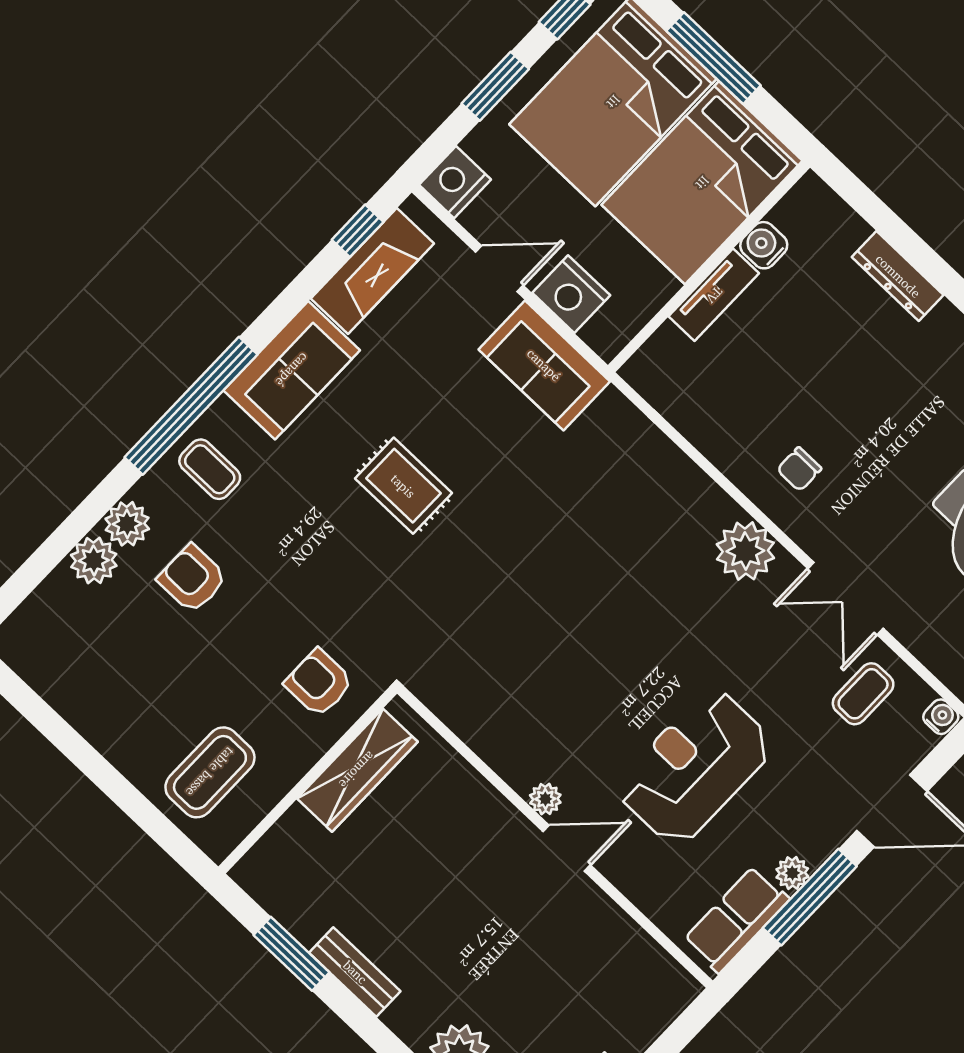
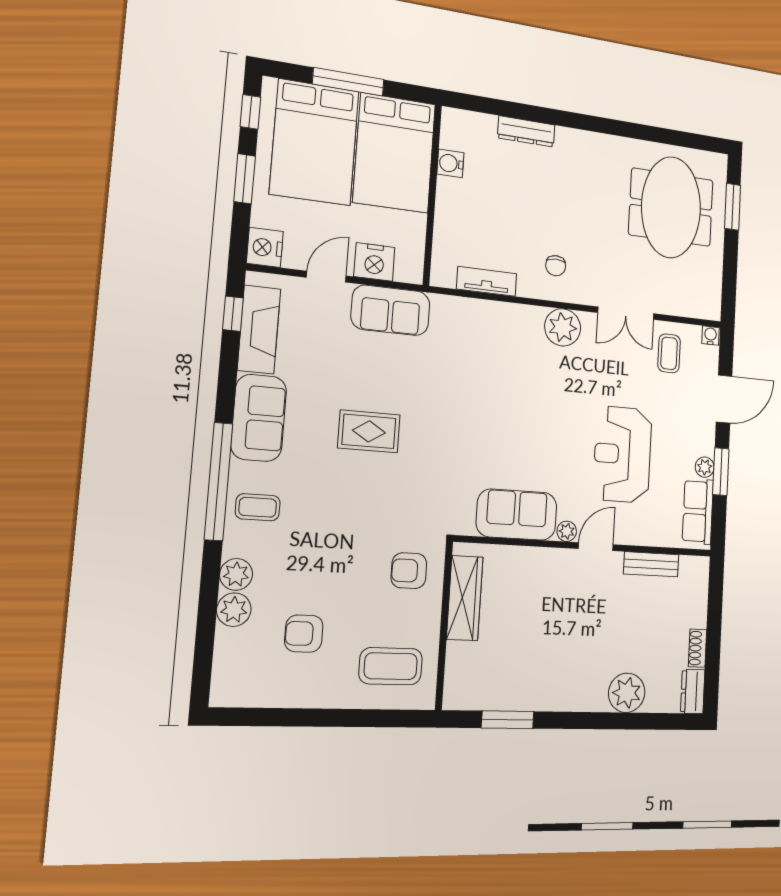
tv unit: (714, 295) -> (487, 281), moved, turned -90
armchair: (192, 579) -> (304, 634), moved
sofa: (500, 727) -> (517, 515), added
coffee table: (210, 772) -> (391, 666), turned 90
window: (810, 897) -> (721, 472), width x0.69
bench: (355, 972) -> (651, 564), moved

